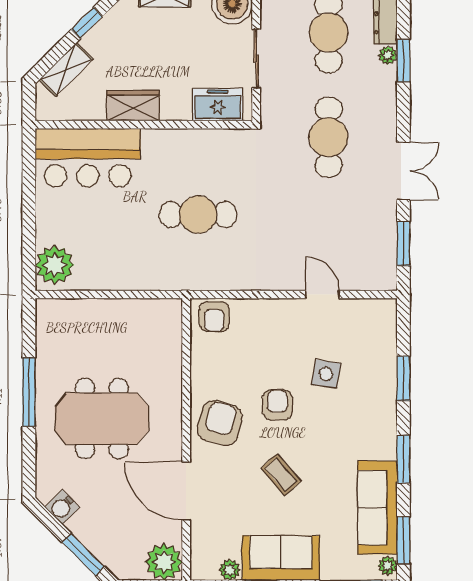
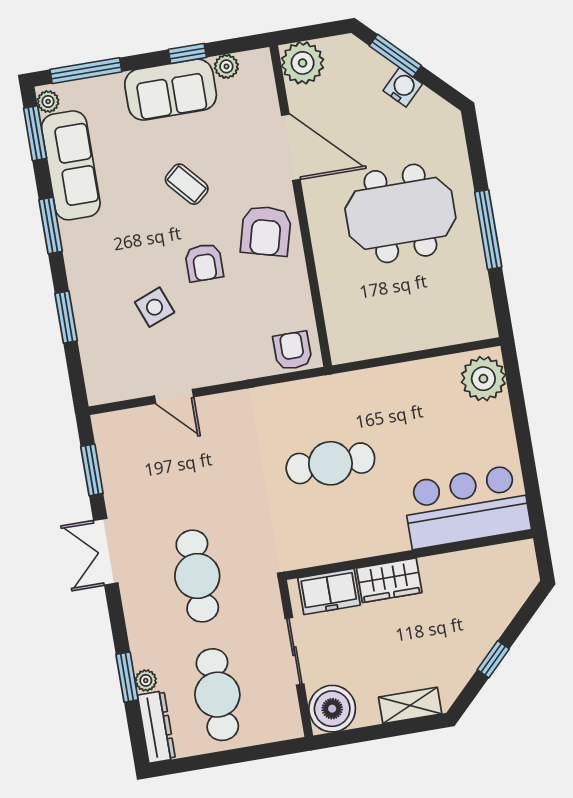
shelving: (66, 70) -> (508, 602), removed
wardrobe: (133, 106) -> (389, 580), moved
side table: (326, 374) -> (155, 307), turned -30
water cooler: (62, 507) -> (403, 87), moved

